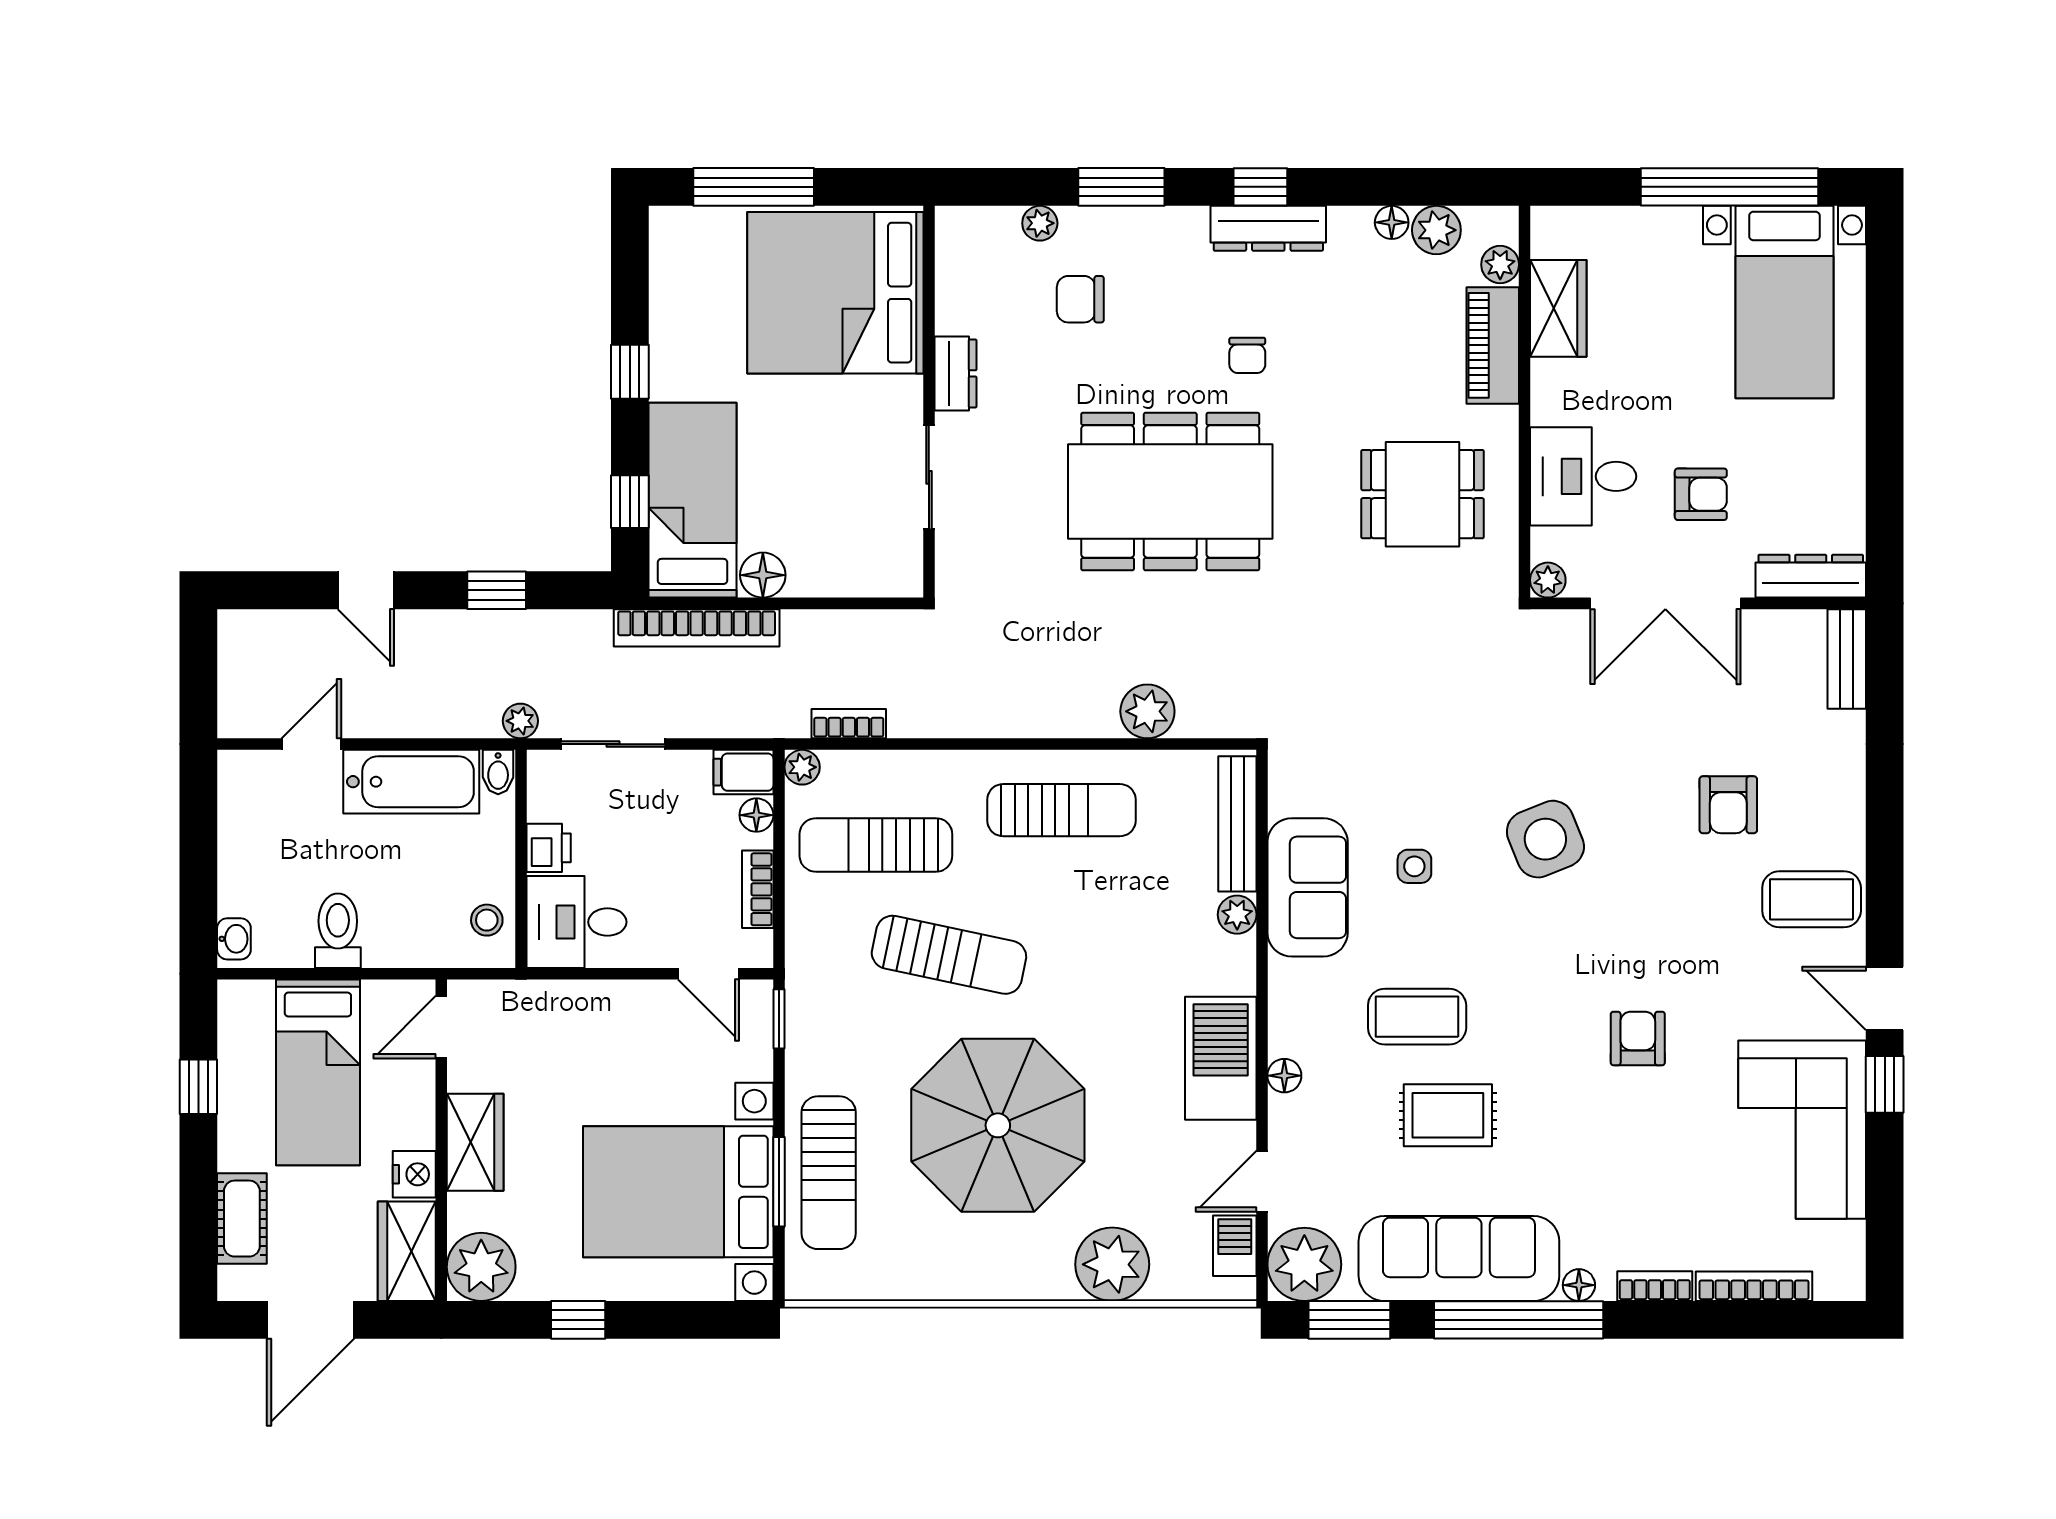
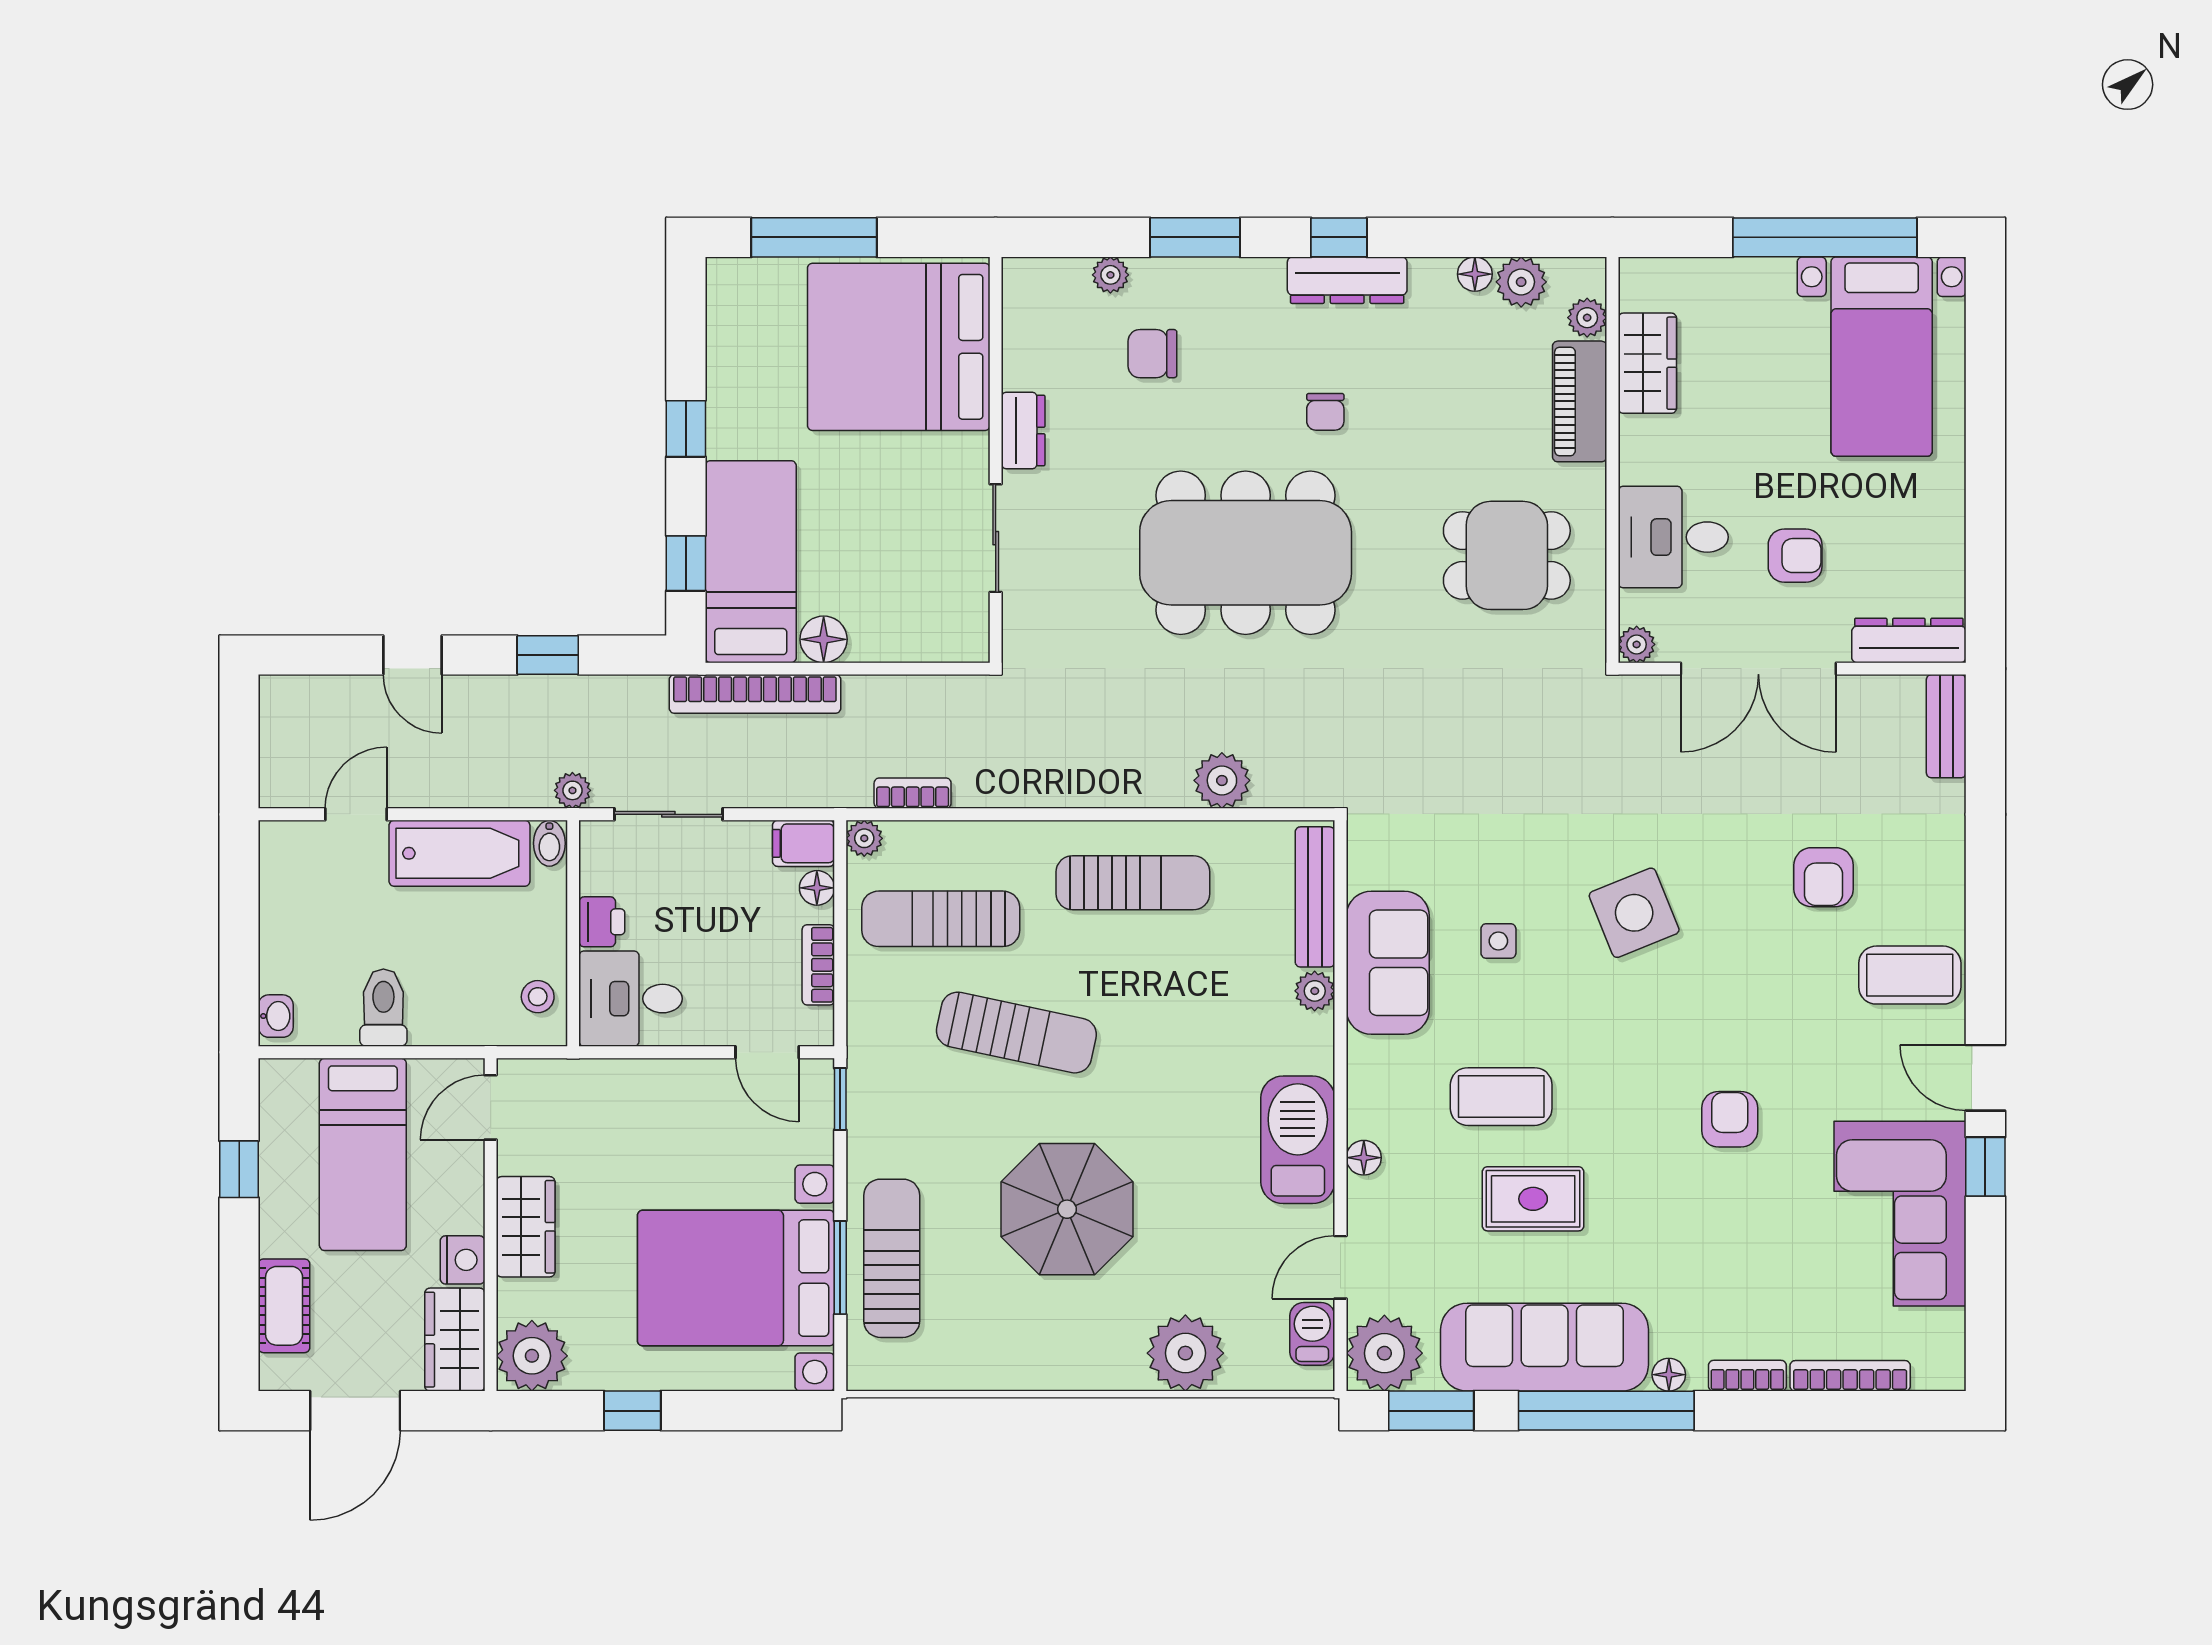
parasol: (998, 1125) -> (1067, 1209), width x0.73, depth x0.73
sun lounger: (829, 1173) -> (892, 1258), turned 180

